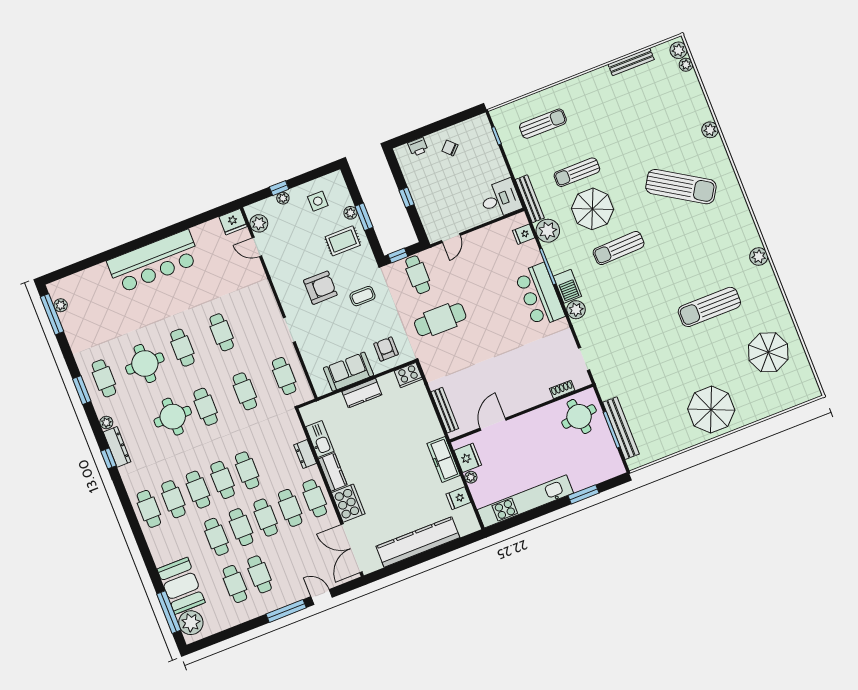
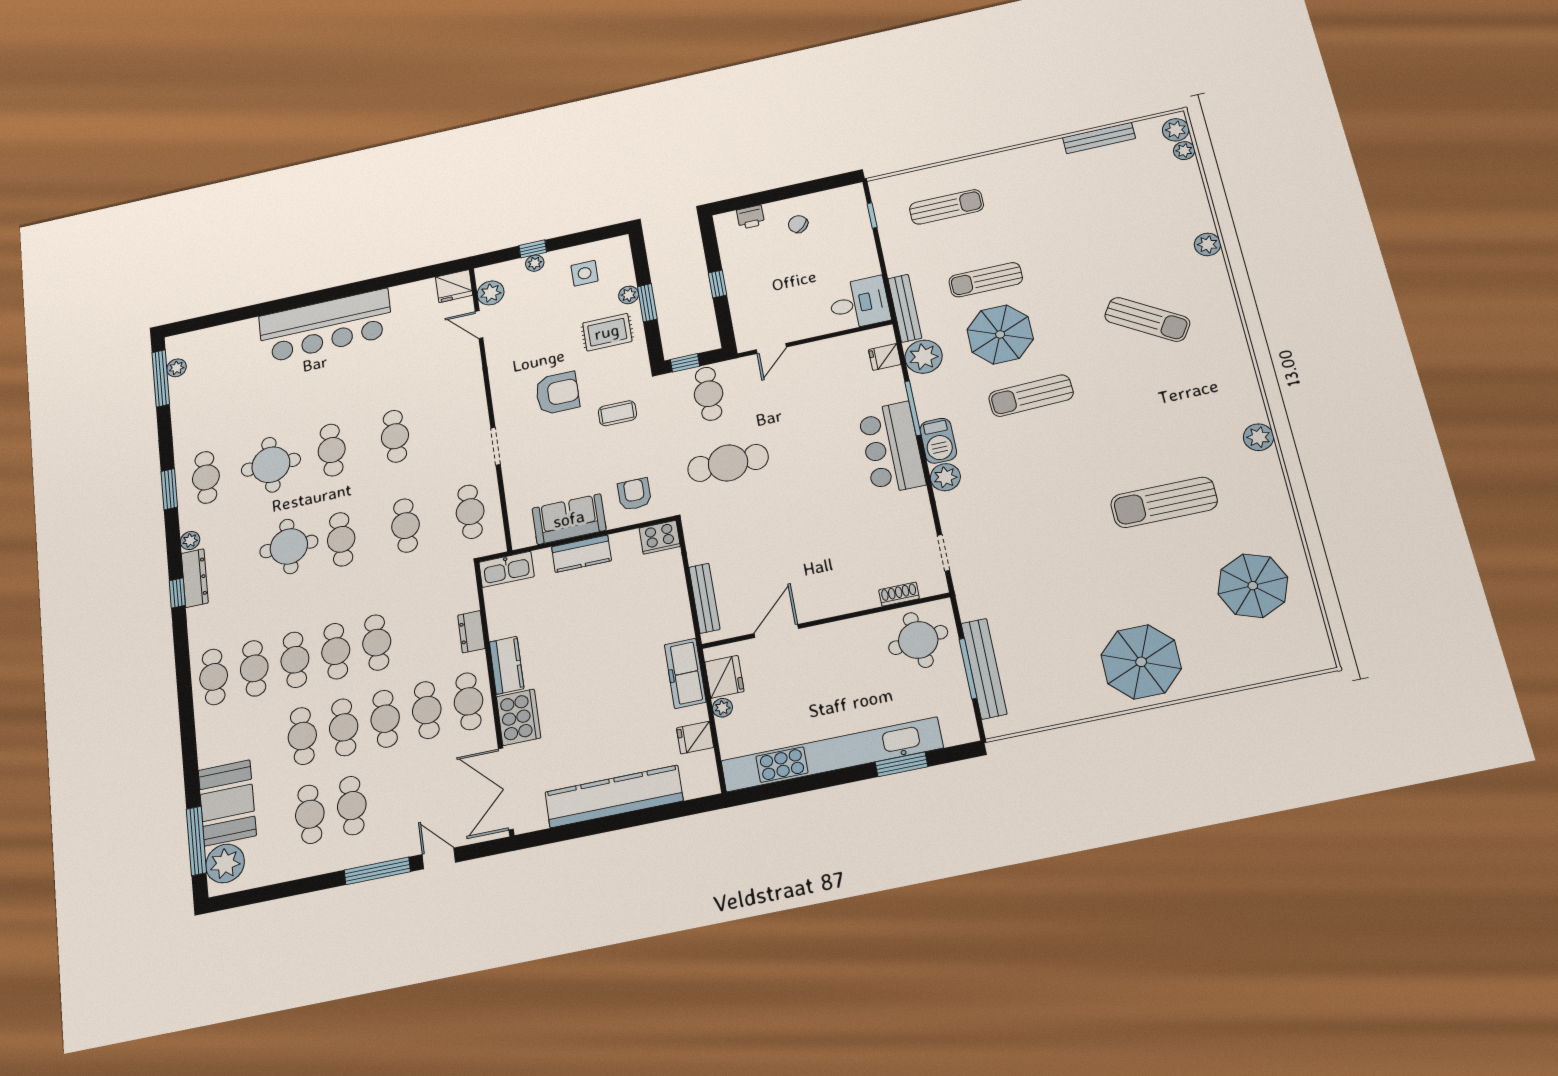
sun lounger: (681, 187) -> (1147, 319), width x0.73, depth x0.75
kitchen sink: (320, 439) -> (506, 569), moved, turned 90
kitchen unit: (525, 501) -> (832, 754), width x1.36

